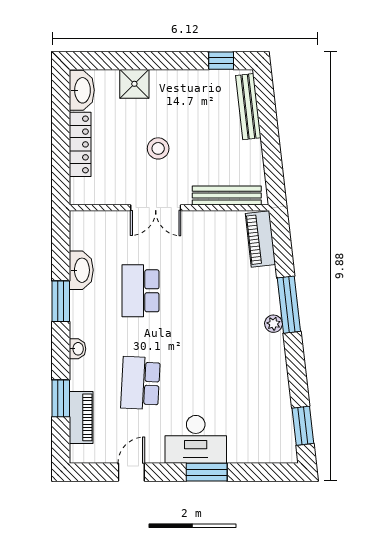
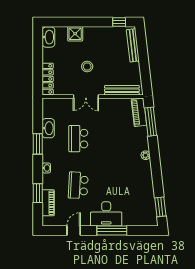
locker: (80, 144) -> (48, 79), moved
window: (289, 305) -> (151, 122), moved
window: (207, 472) -> (112, 230), width x1.44

